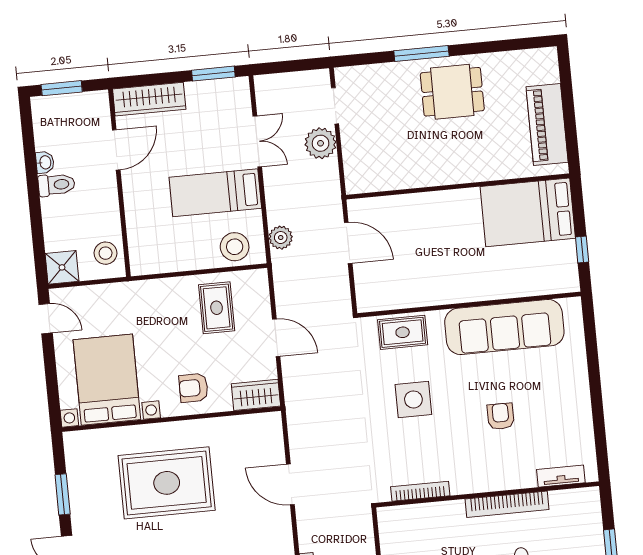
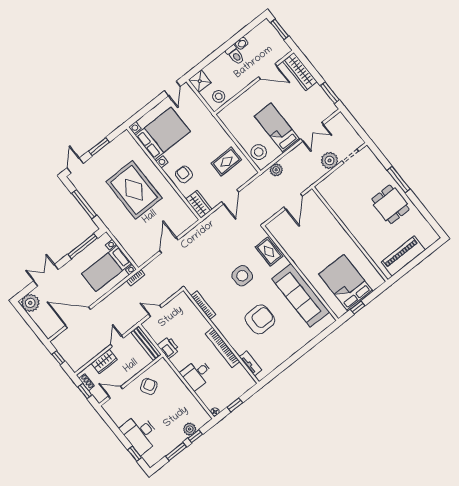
bed: (528, 212) -> (346, 283), moved
armchair: (501, 416) -> (260, 319), width x1.88, depth x1.88

